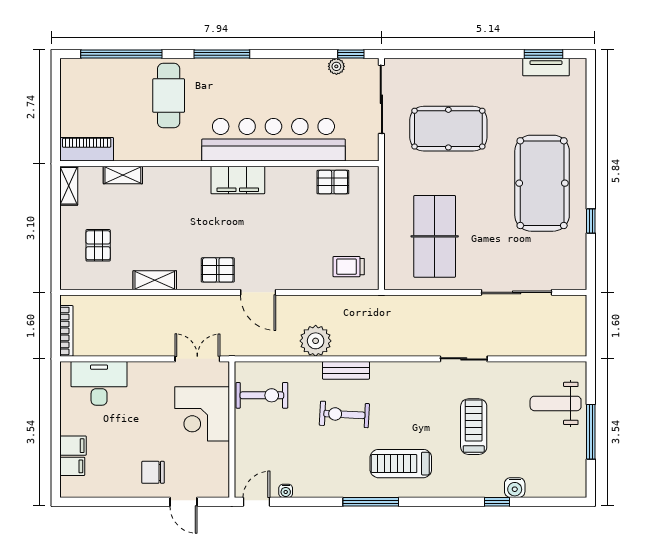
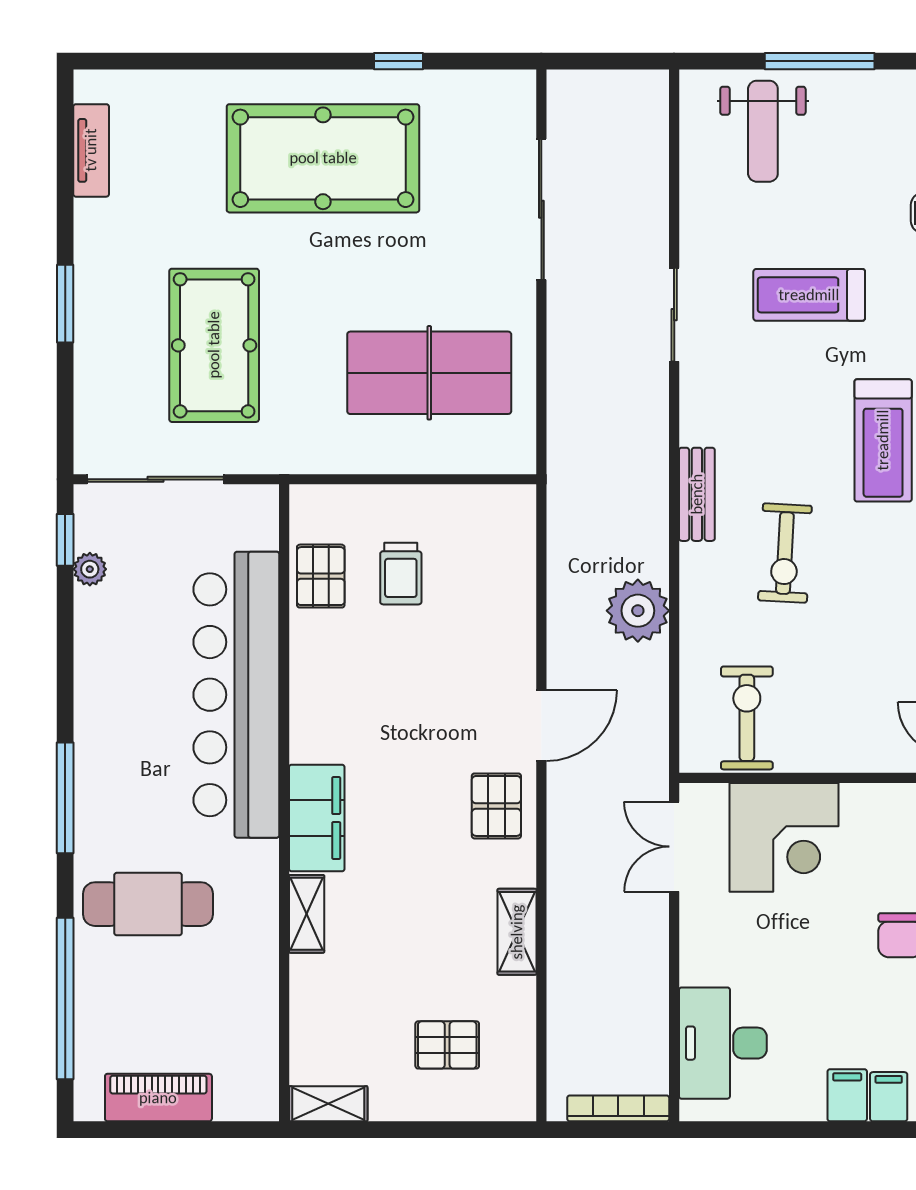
window: (543, 54) -> (65, 304), moved
piano: (87, 149) -> (158, 1098), moved, turned 90
shelving: (123, 175) -> (307, 914), moved
filing cabinet: (238, 180) -> (317, 818), moved
trolley: (349, 267) -> (401, 574), moved
bench: (346, 370) -> (697, 494), moved

